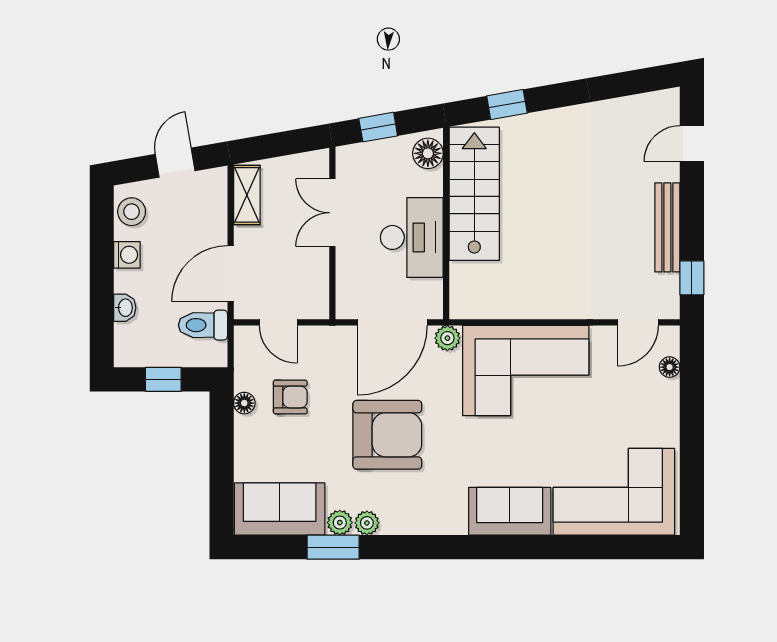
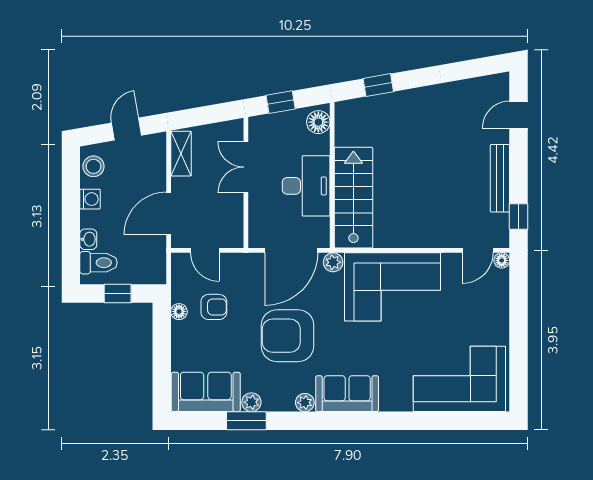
stairs: (474, 194) -> (353, 198), moved
toilet: (203, 325) -> (99, 263), moved, turned 180
floor lamp: (670, 367) -> (502, 260), moved
armchair: (387, 435) -> (288, 336), turned 180
sofa: (510, 511) -> (347, 394), moved
plant: (367, 523) -> (305, 403), moved

